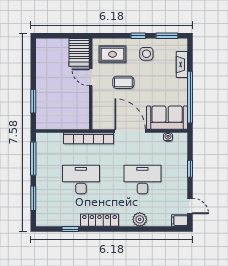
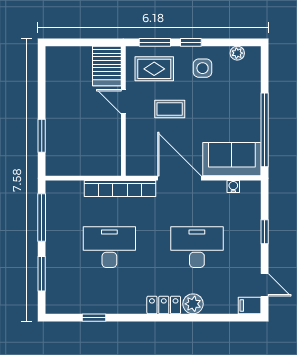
window: (167, 36) -> (155, 42), moved
plant: (171, 43) -> (237, 53), added
fireplace: (182, 65) -> (253, 83), removed
locker: (100, 220) -> (164, 305), moved, width x0.66

